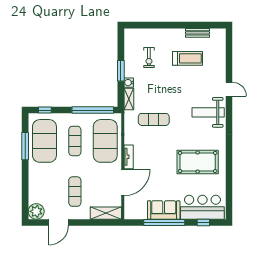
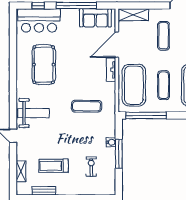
window: (121, 71) -> (119, 154), width x1.44
shelving: (129, 99) -> (21, 171), moved
pool table: (198, 162) -> (44, 65), turned 90
sofa: (164, 210) -> (95, 18), moved

